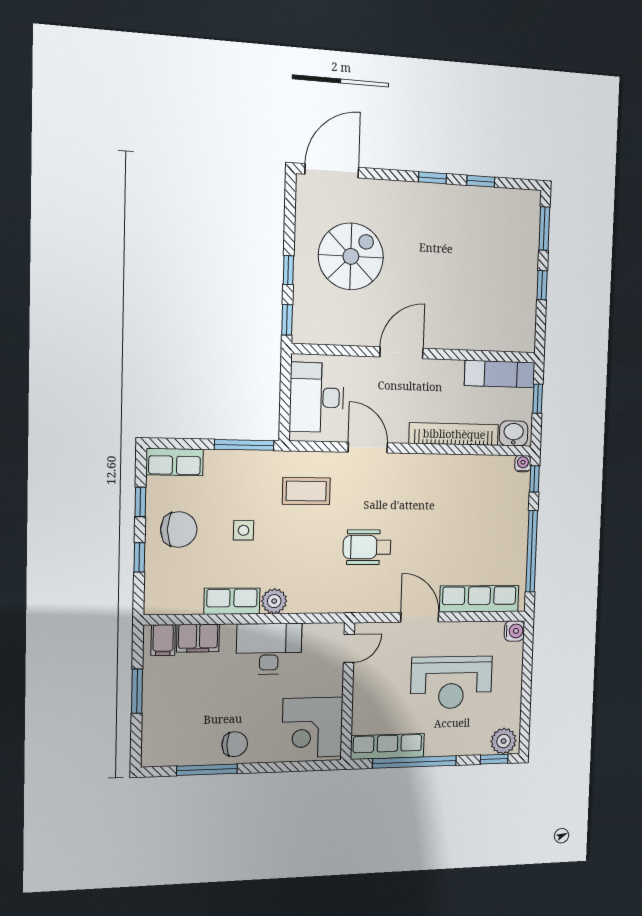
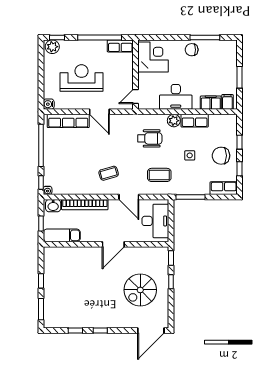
coffee table: (406, 496) -> (109, 173), added
wheelchair: (367, 547) -> (150, 138), moved
row of seats: (387, 746) -> (120, 46), width x0.68

